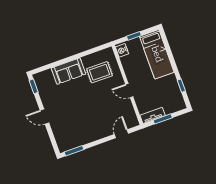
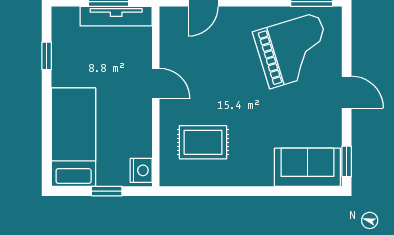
sofa: (68, 71) -> (307, 167), moved
tv unit: (153, 115) -> (116, 16), width x1.41
grand piano: (74, 127) -> (294, 50), added

